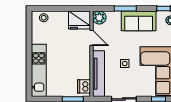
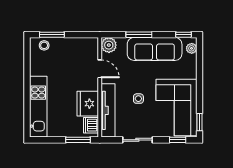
window: (50, 9) -> (52, 35), added
fridge: (80, 20) -> (88, 104), moved, turned 90
sofa: (139, 21) -> (155, 49), width x1.36

